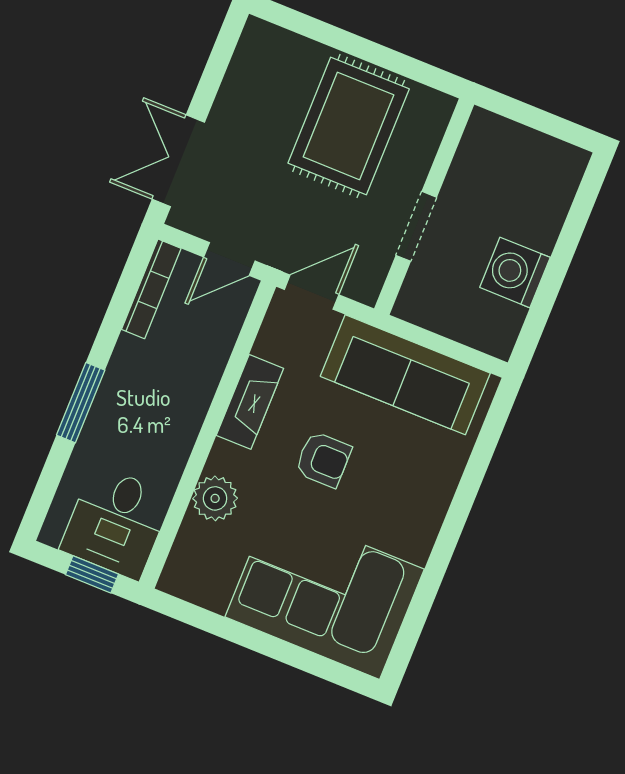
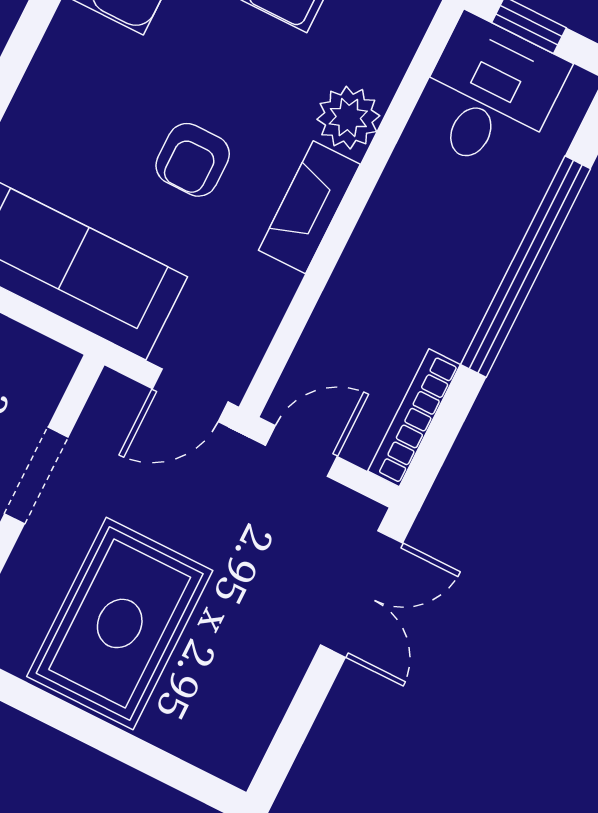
fireplace: (250, 402) -> (309, 207), moved
window: (81, 403) -> (526, 267), width x2.11
armchair: (323, 459) -> (193, 160), turned -90

